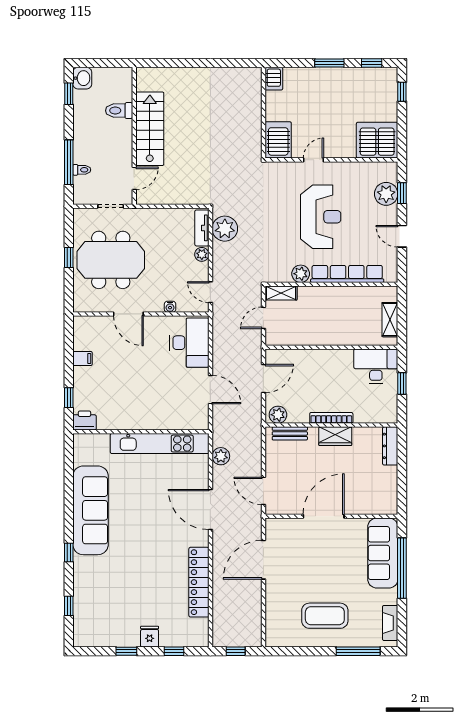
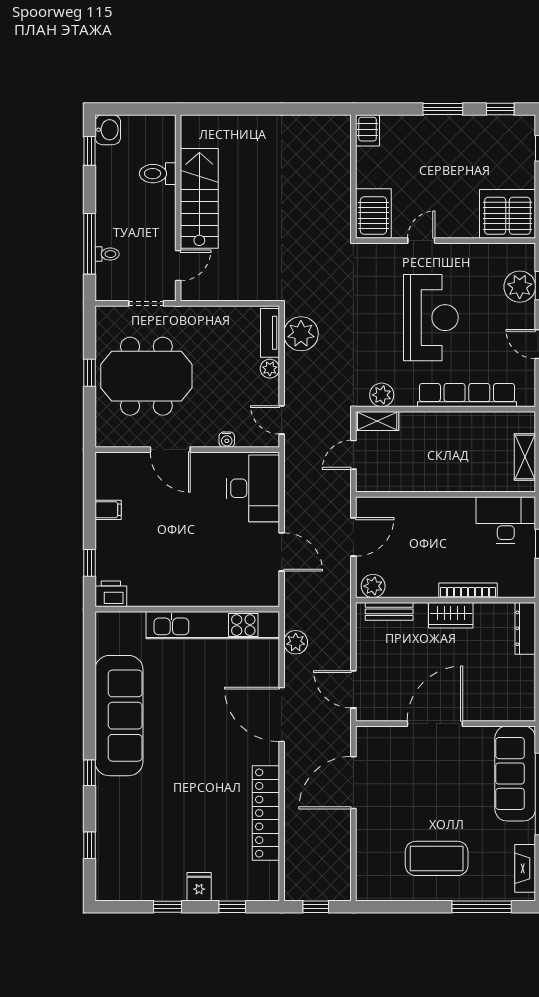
plant: (301, 274) -> (382, 395), moved
bookcase: (331, 418) -> (468, 590), moved

